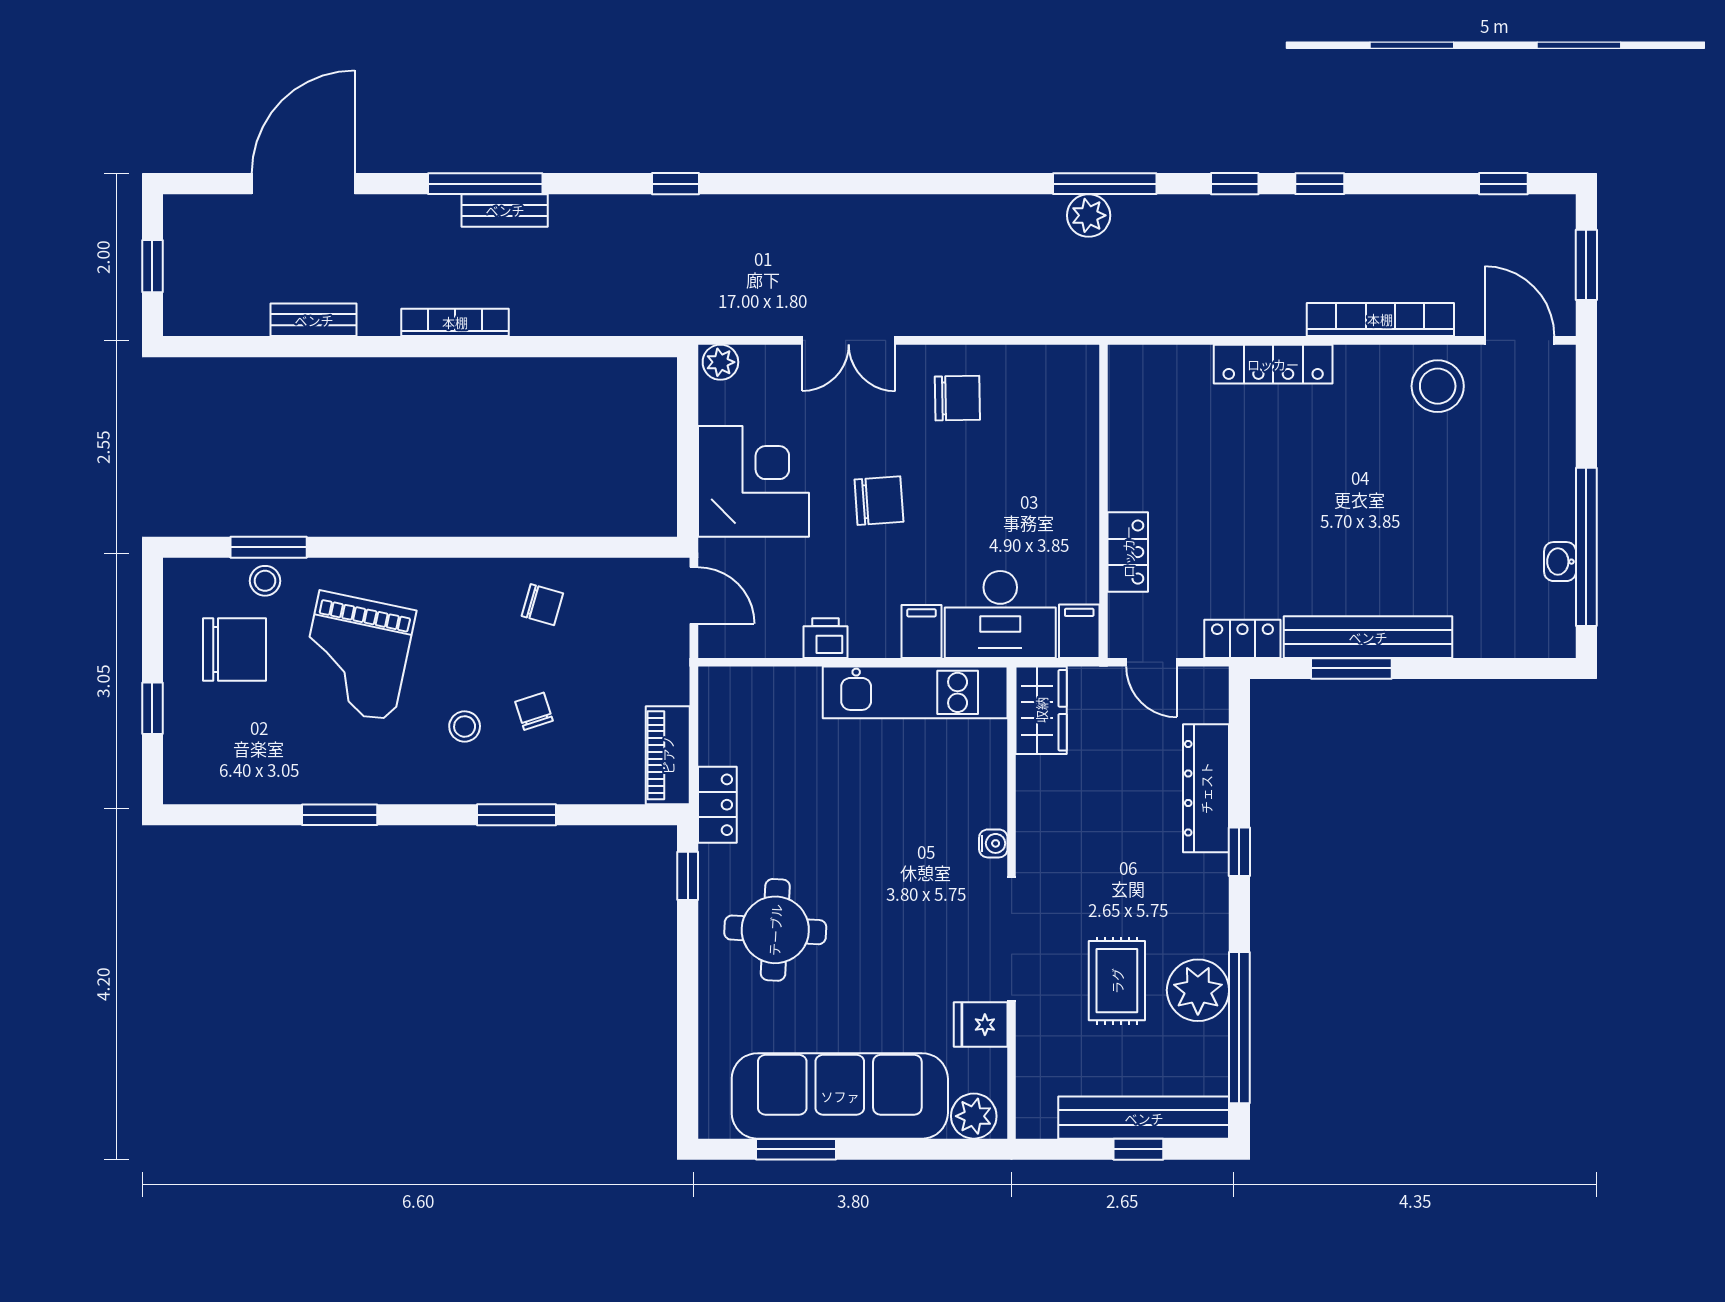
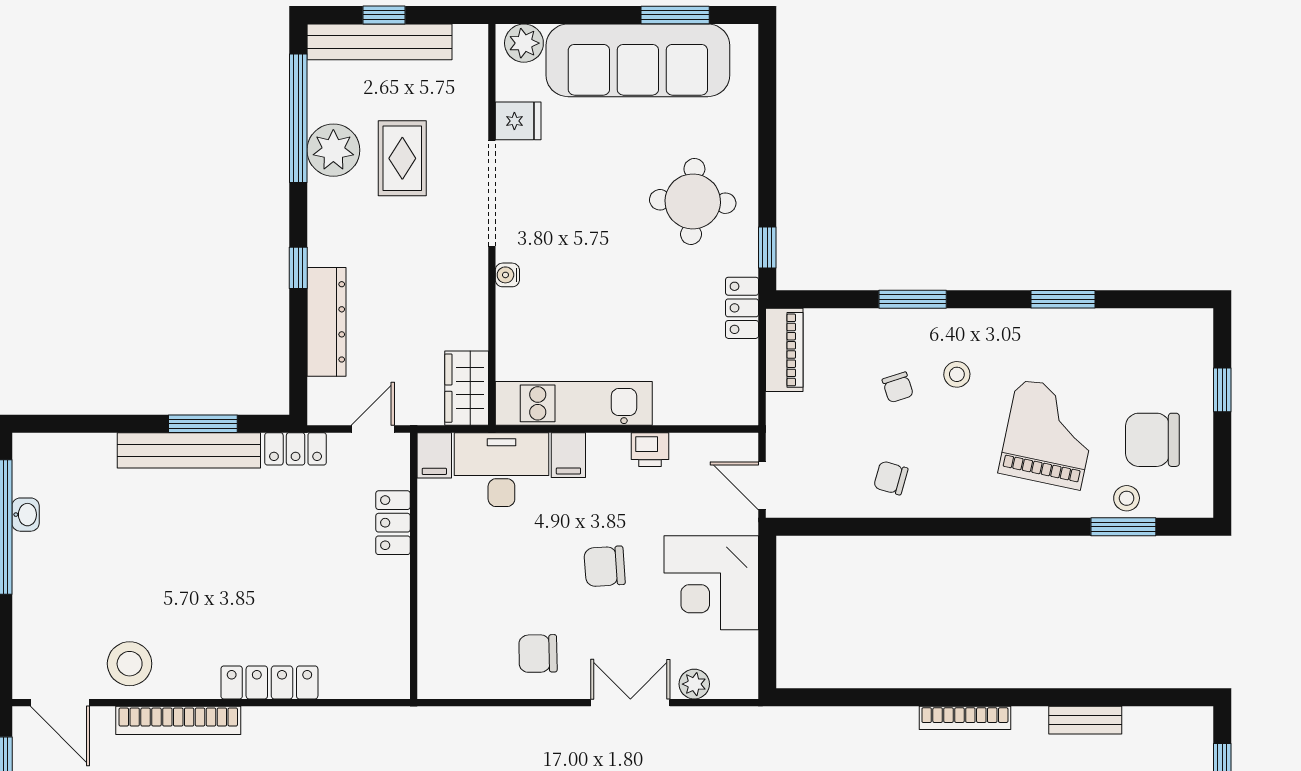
plant: (720, 362) -> (694, 684), moved
door: (1152, 662) -> (373, 429), hinge flipped

